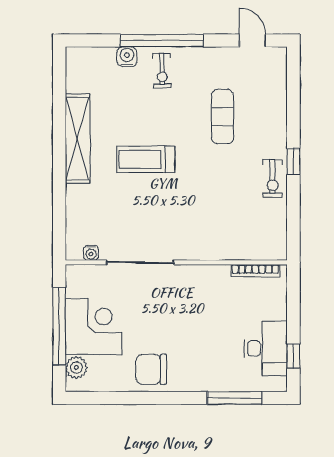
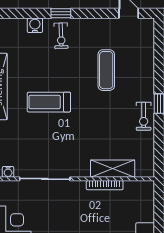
window: (162, 41) -> (61, 13), width x0.32
shelving: (231, 249) -> (113, 169), added
bookcase: (255, 271) -> (105, 185), moved

